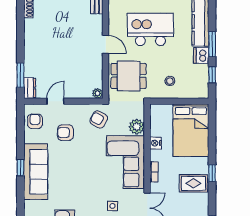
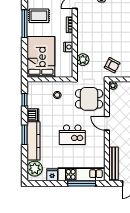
kitchen island: (150, 29) -> (72, 135), width x0.73, depth x0.78
window: (212, 44) -> (25, 135), moved
corner sofa: (125, 162) -> (91, 32), removed
window: (212, 173) -> (25, 24), width x2.17

